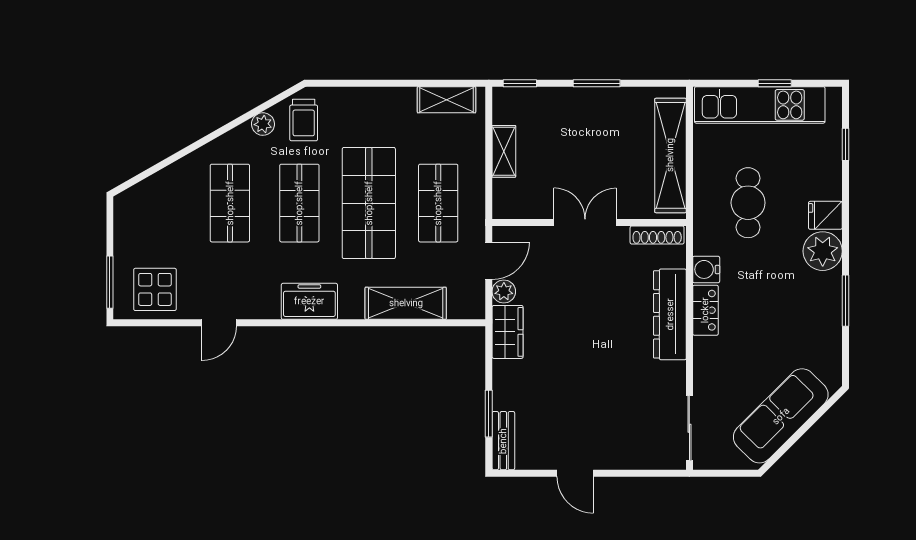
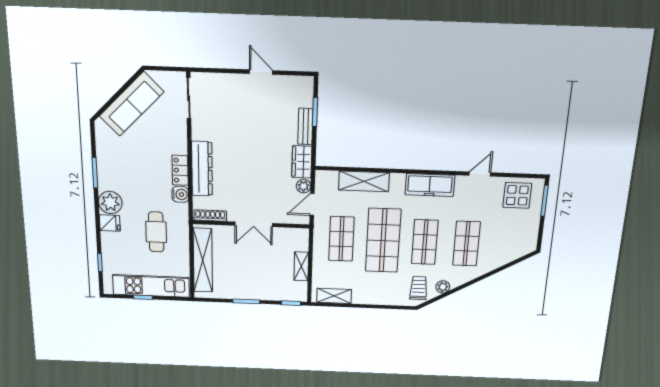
freezer: (309, 301) -> (430, 185), width x1.40
bench: (503, 441) -> (305, 126), moved

